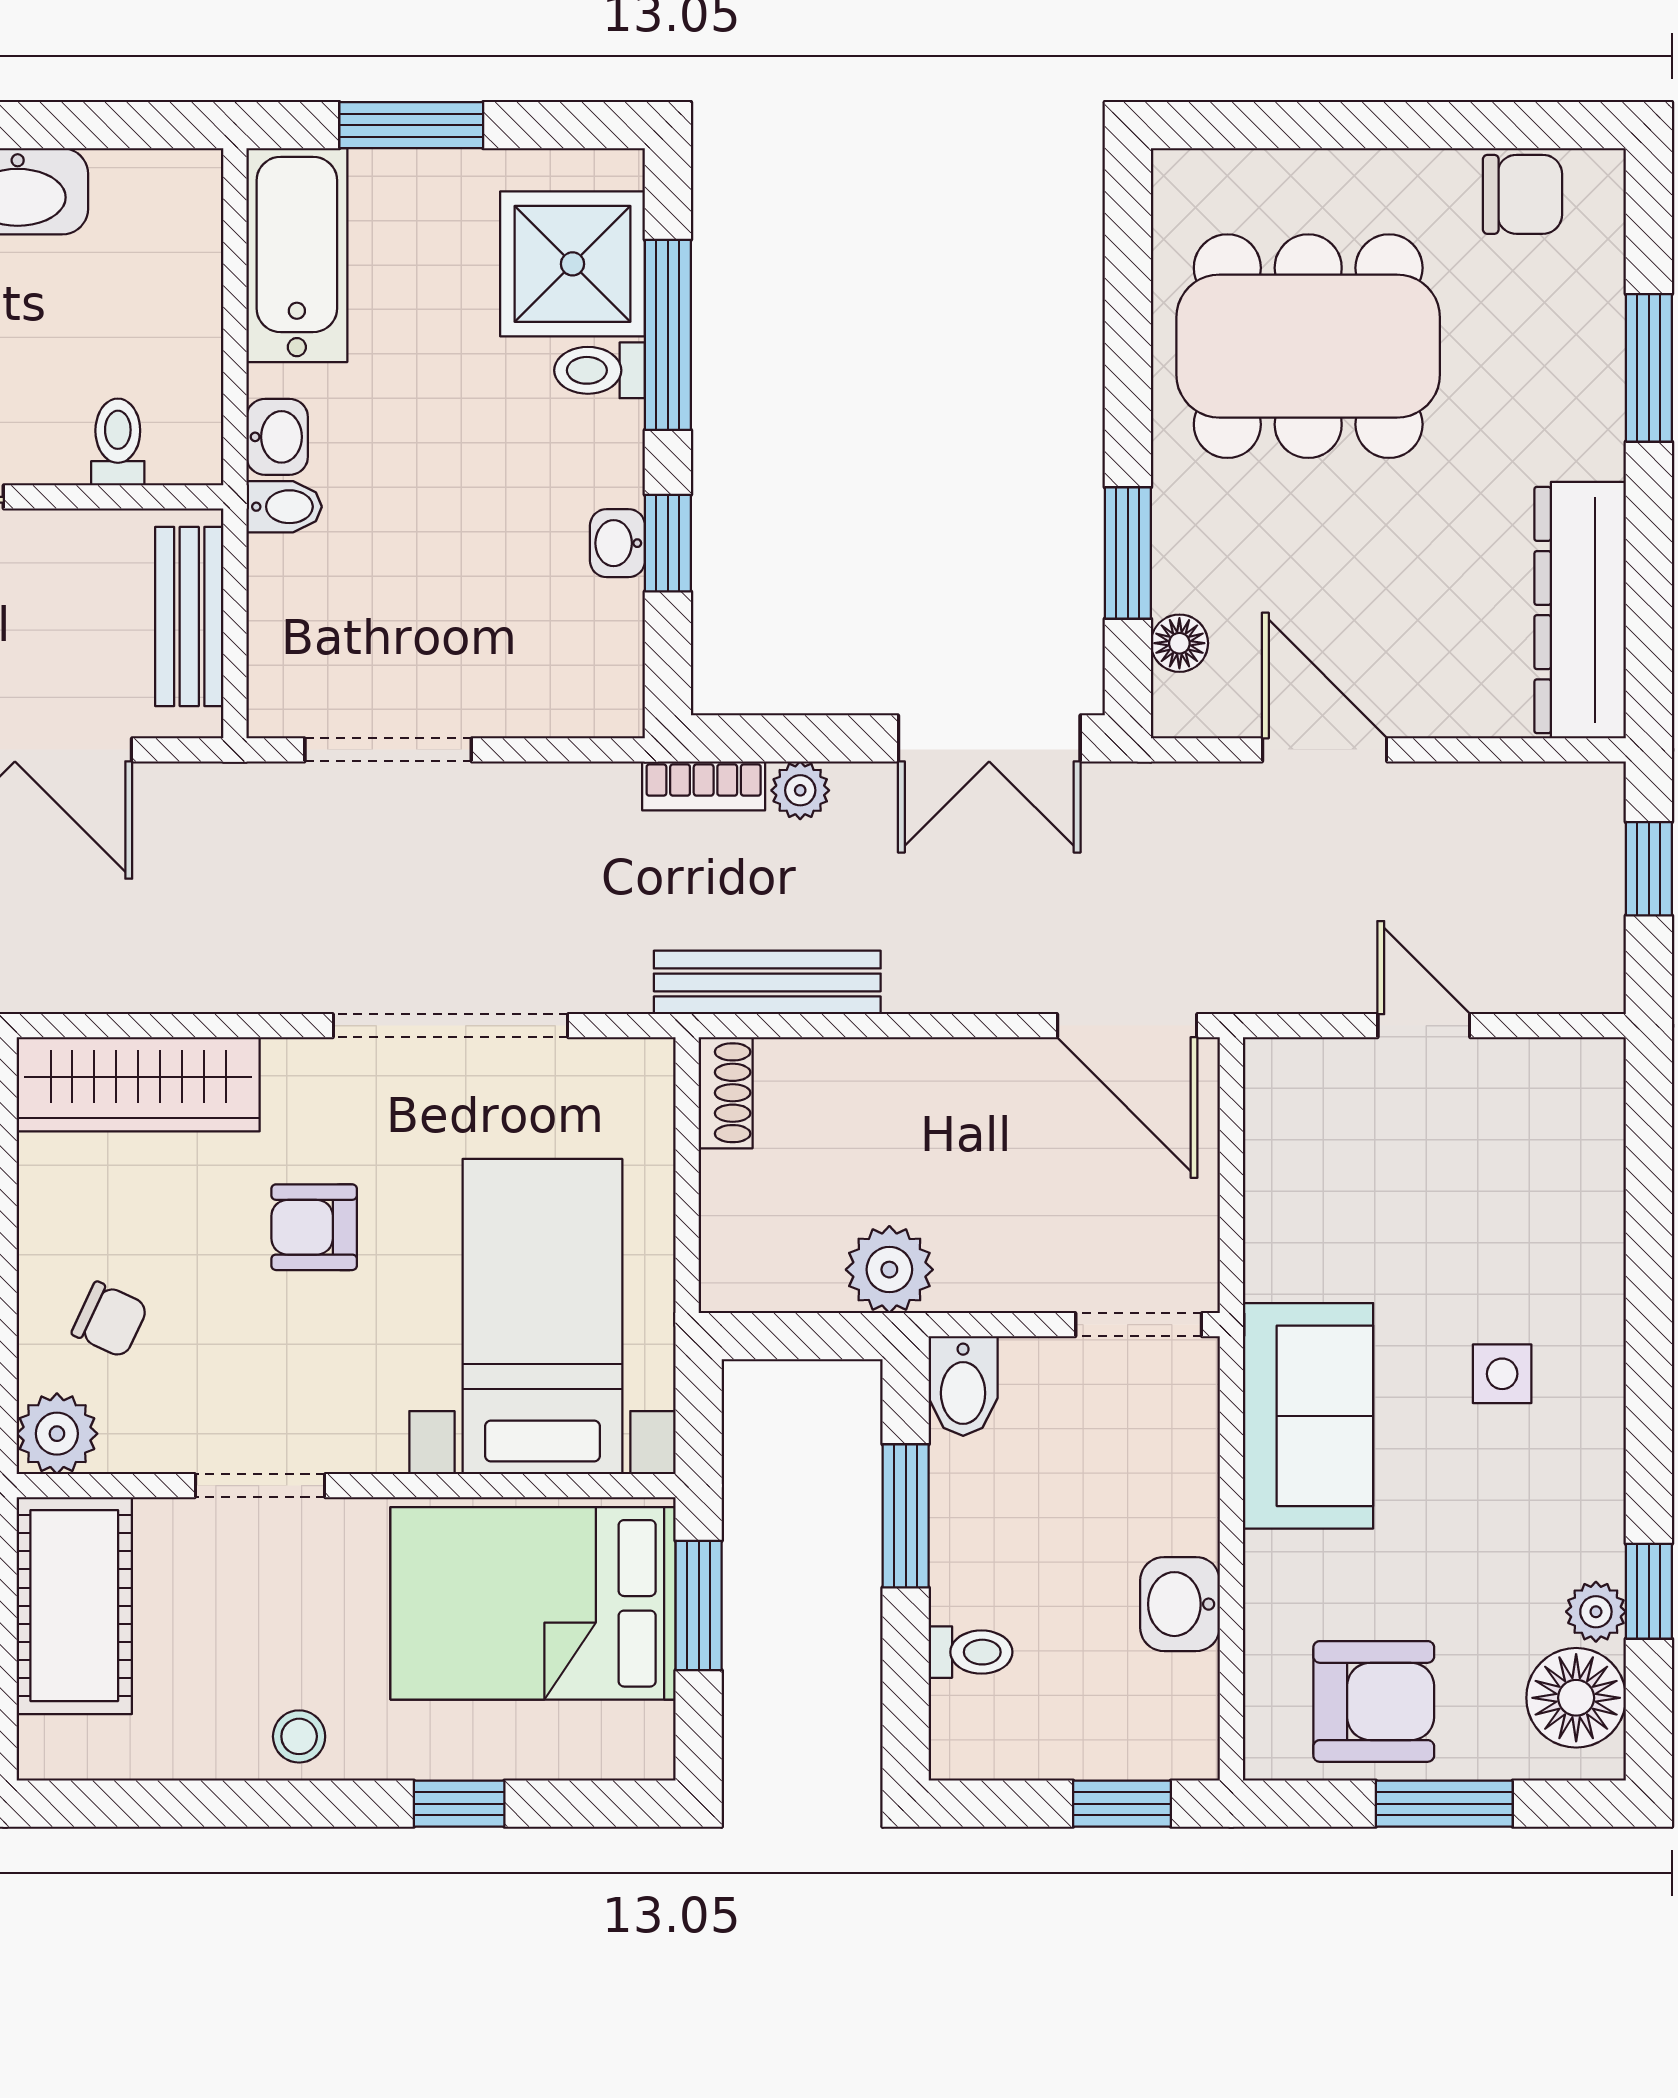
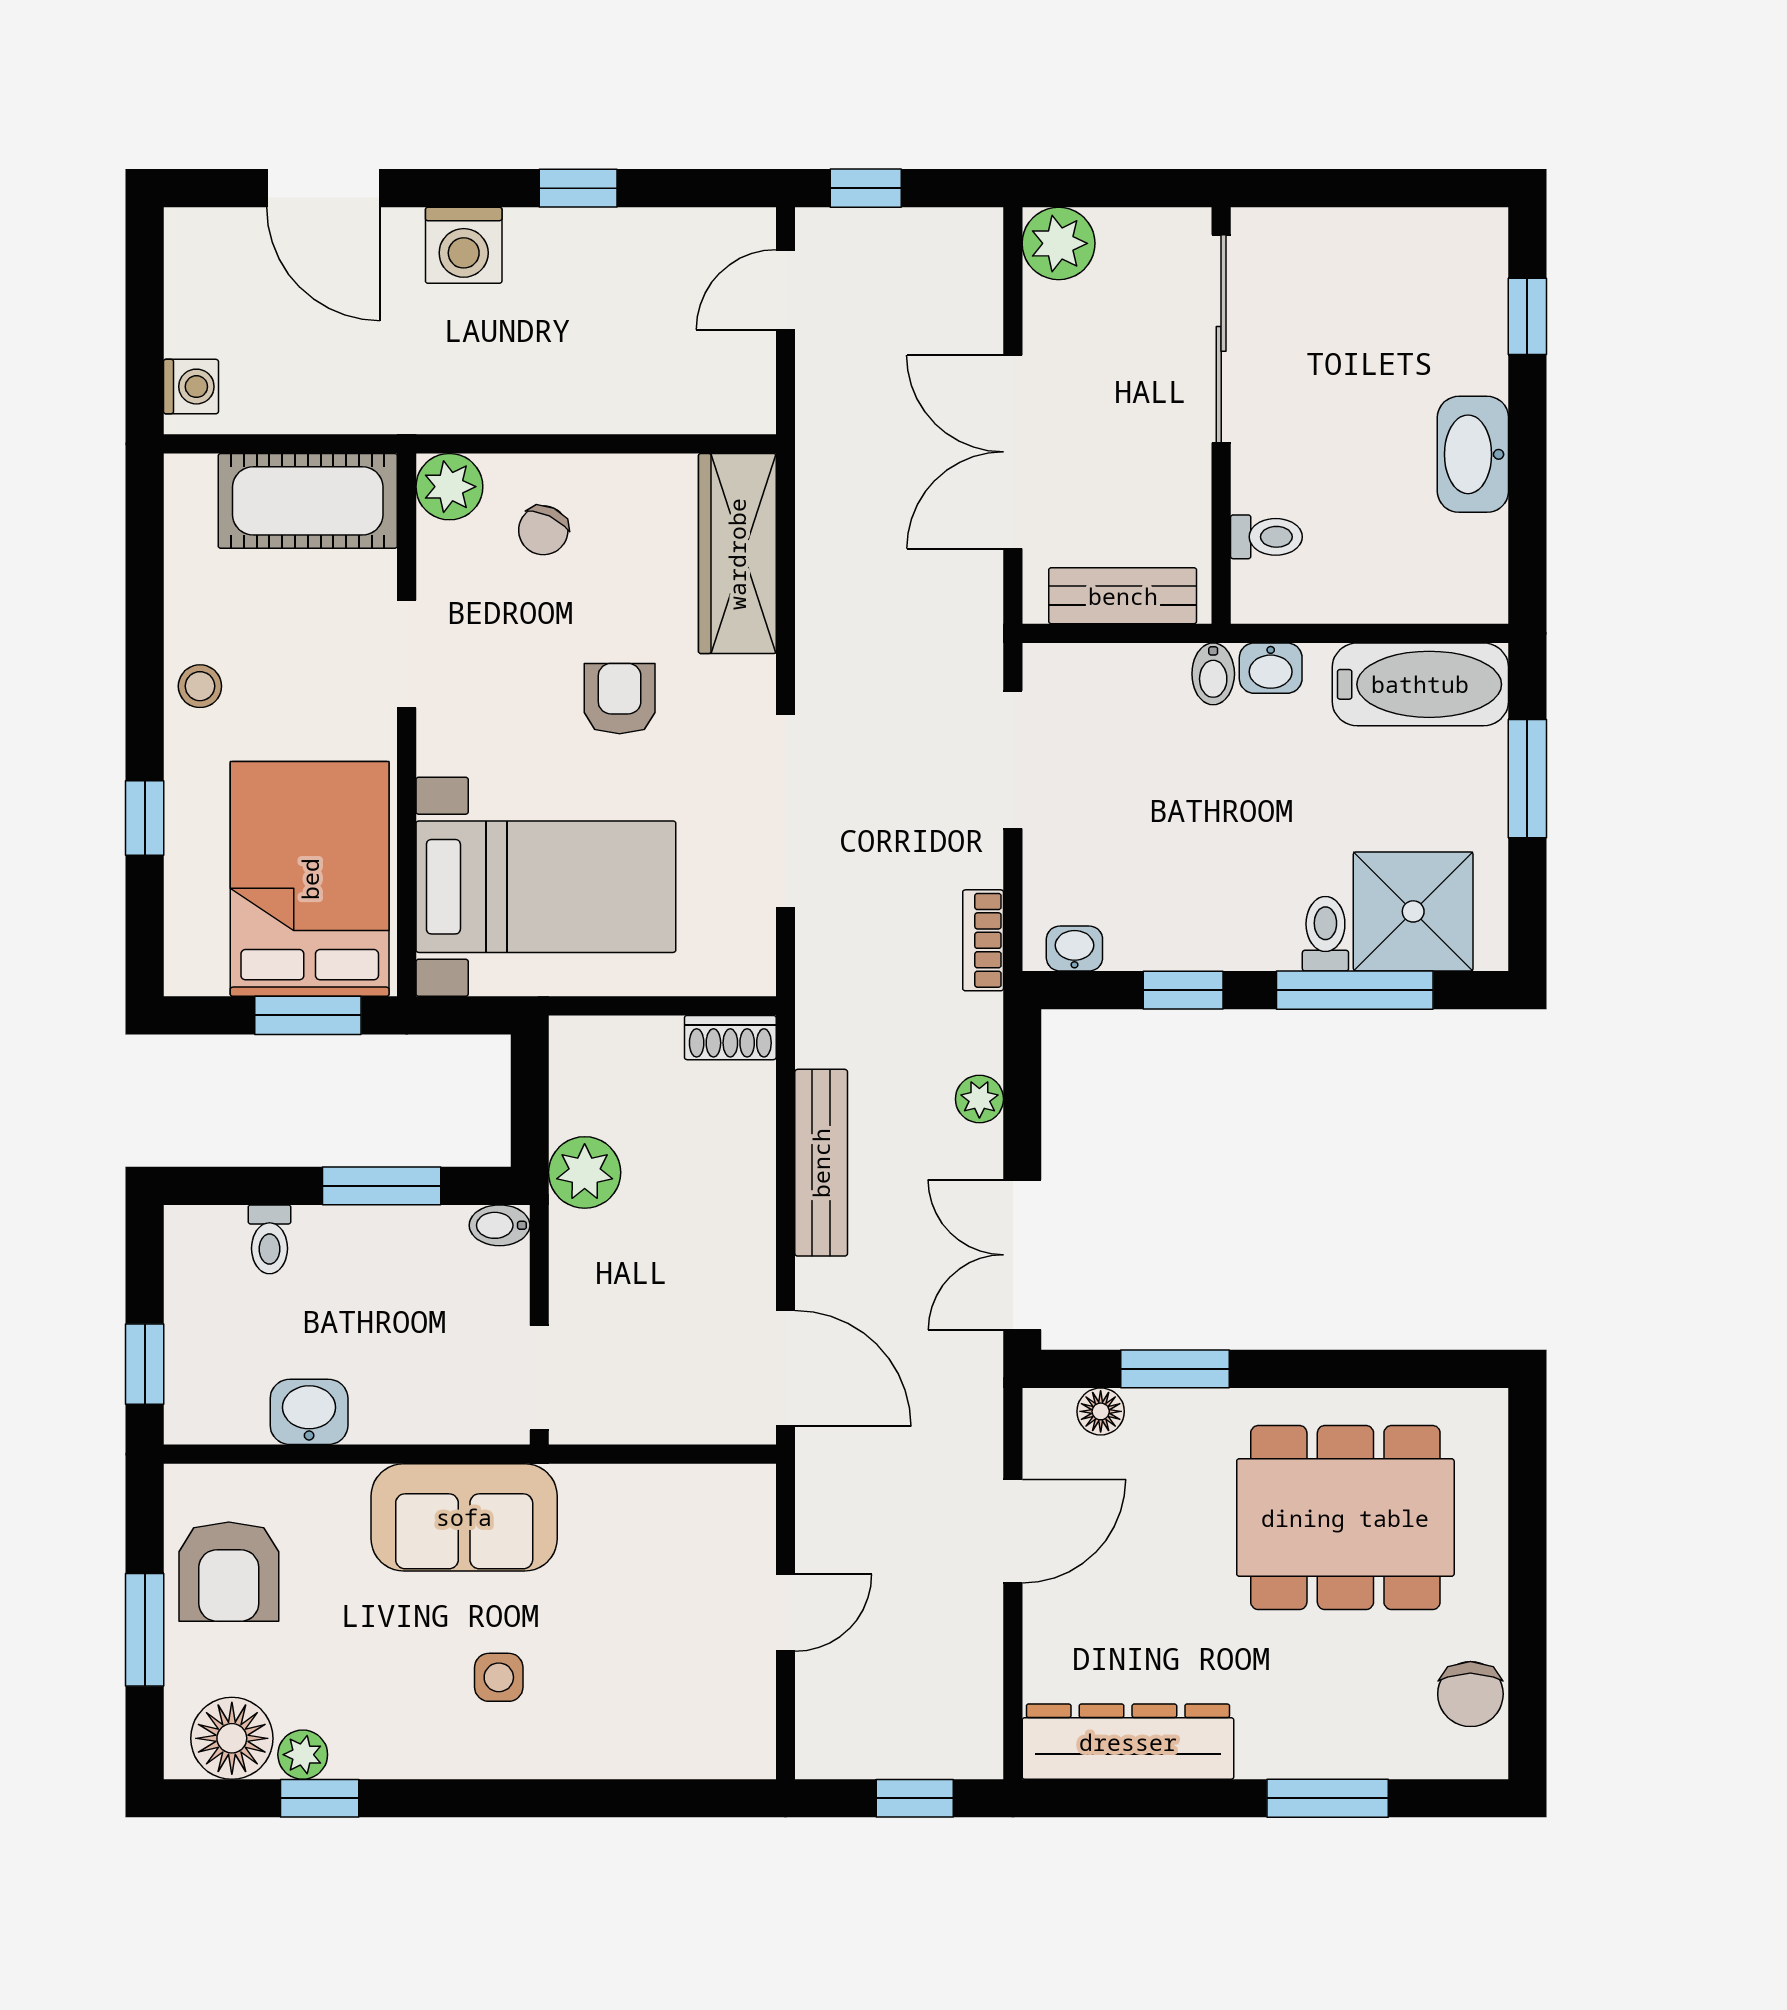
dining table: (1308, 346) -> (1345, 1518), turned 90
washbasin: (617, 543) -> (1074, 948), moved
bookcase: (704, 786) -> (983, 940), moved
bench: (767, 982) -> (821, 1163), moved
door: (1127, 1026) -> (785, 1368), swing flipped
bidet: (963, 1386) -> (500, 1225), width x0.72, depth x0.74

